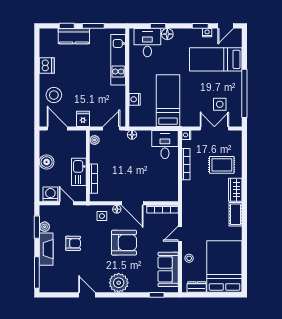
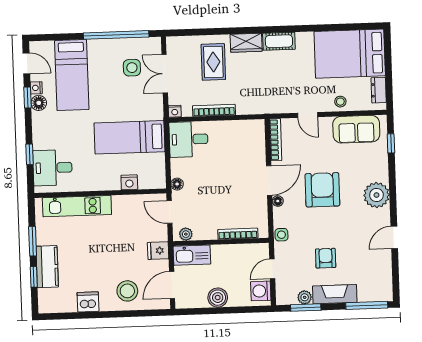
floor lamp: (167, 34) -> (39, 103), moved
kitchen sink: (79, 172) -> (192, 255), moved
side table: (102, 216) -> (281, 235), moved

